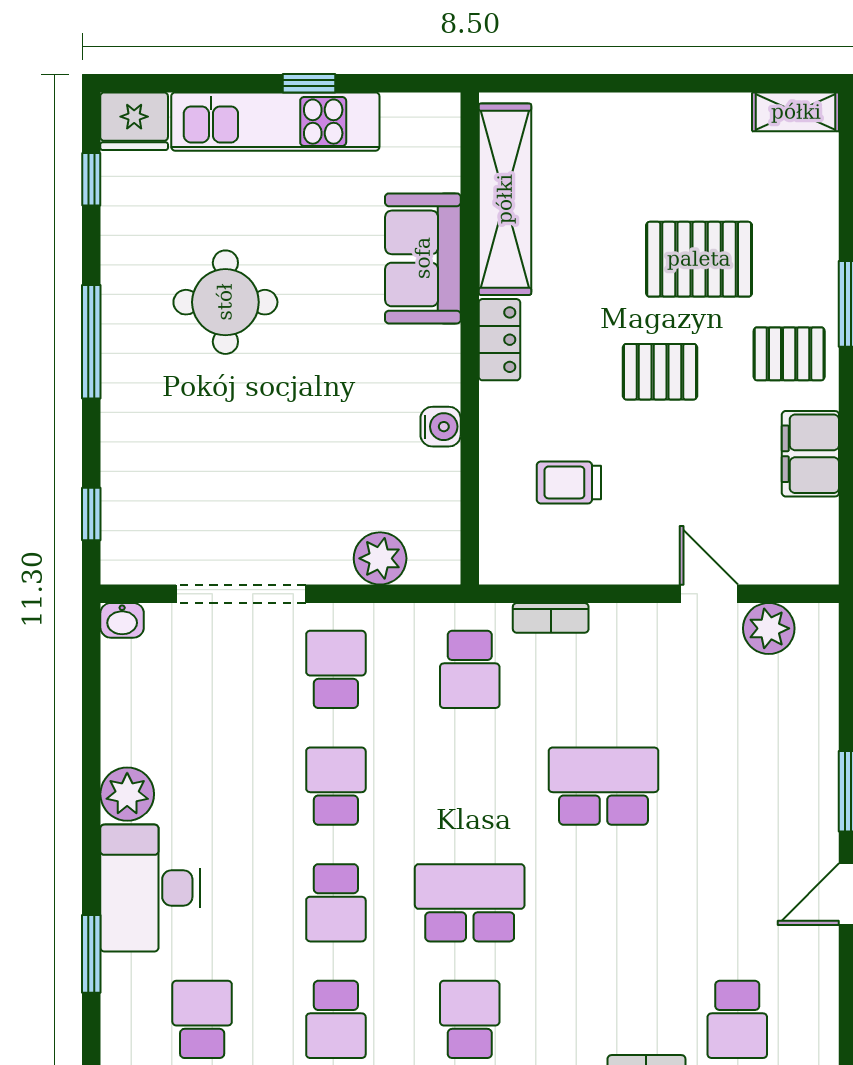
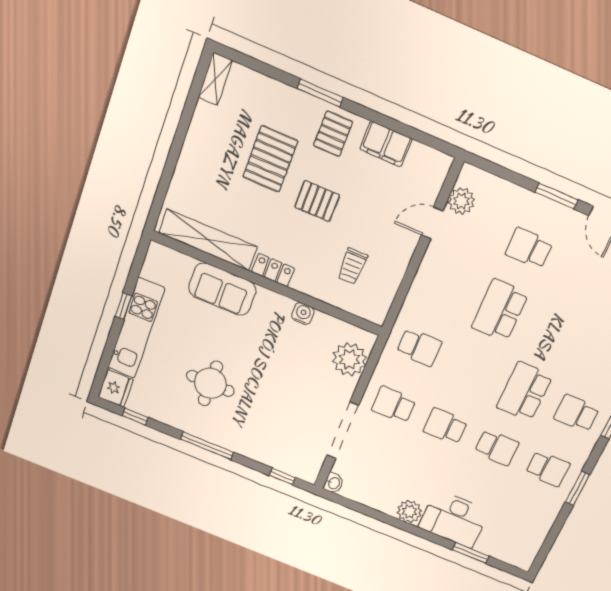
pallet: (660, 372) -> (317, 201), turned 90
plant: (380, 558) -> (349, 359), width x1.36, depth x1.36
bookcase: (551, 618) -> (412, 301), removed
school desk: (202, 1019) -> (529, 248), moved

